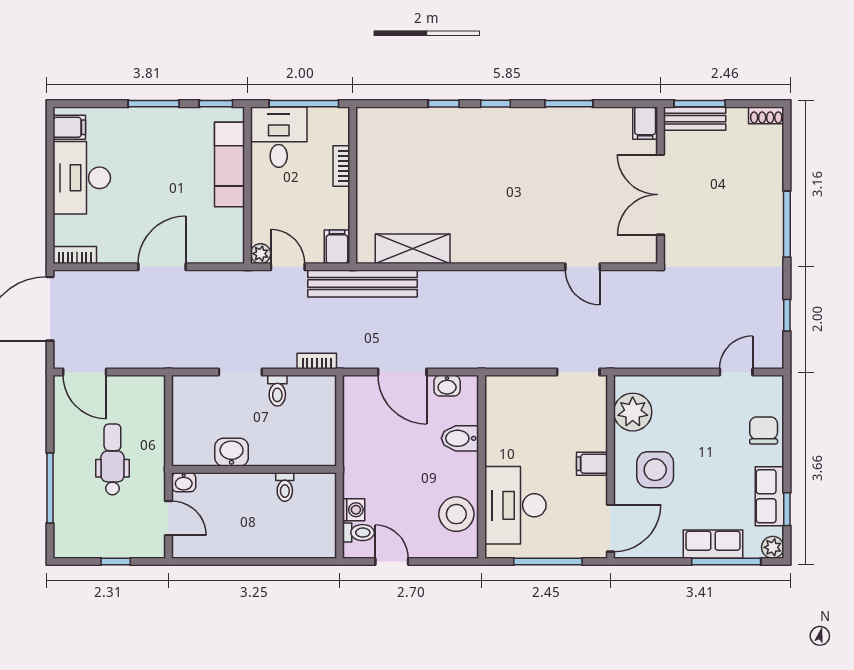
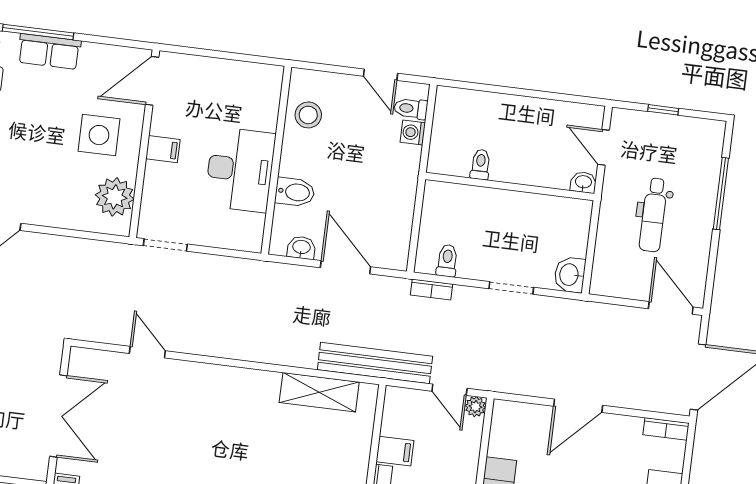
filing cabinet: (337, 247) -> (395, 451), moved, turned -90
toilet: (277, 391) -> (447, 261), moved
washbasin: (232, 452) -> (570, 275), moved, turned 90
desk: (515, 505) -> (240, 170), moved
stool: (456, 514) -> (308, 115), width x0.73, depth x0.73
window: (548, 561) -> (220, 55), removed

